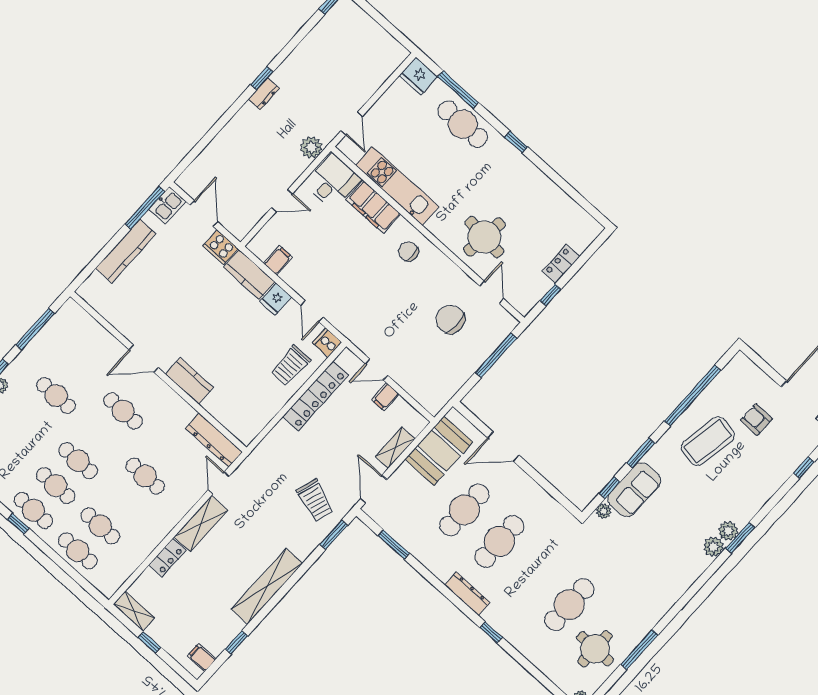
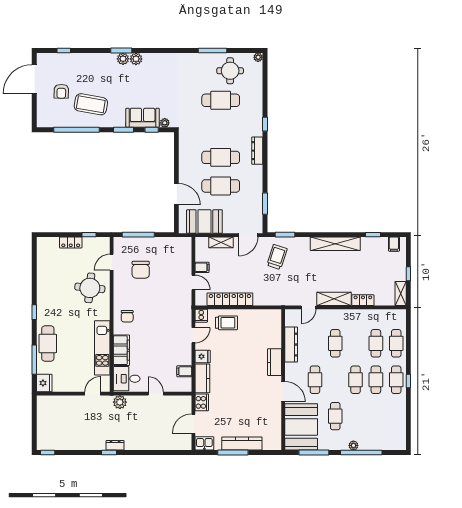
window: (145, 208) -> (233, 453), moved
booth: (81, 342) -> (301, 427), added
dresser: (214, 440) -> (291, 345), moved

